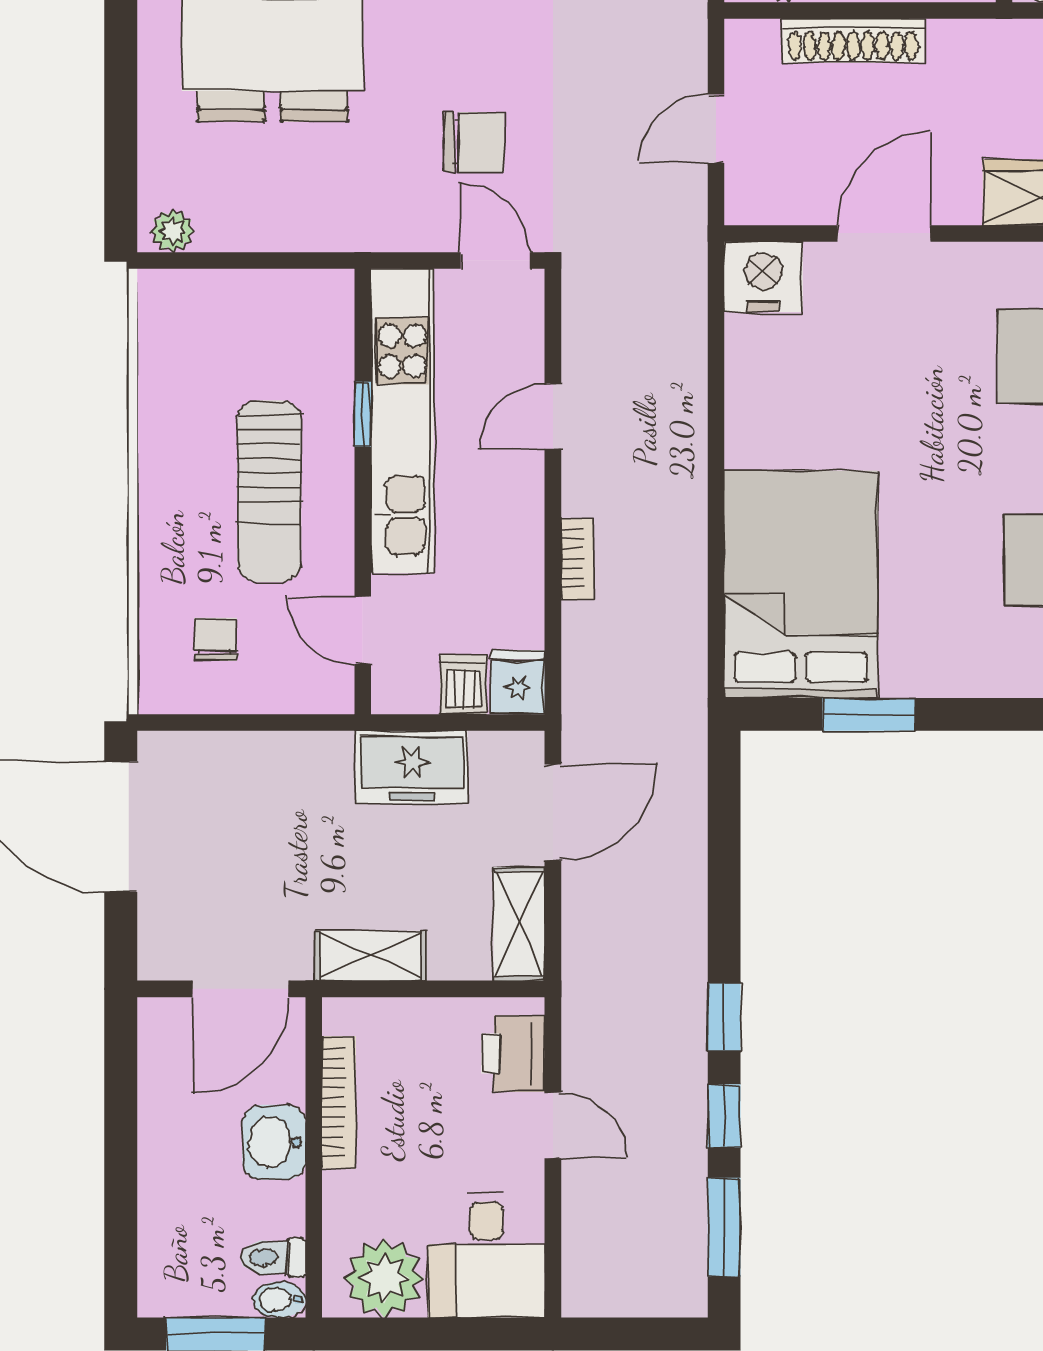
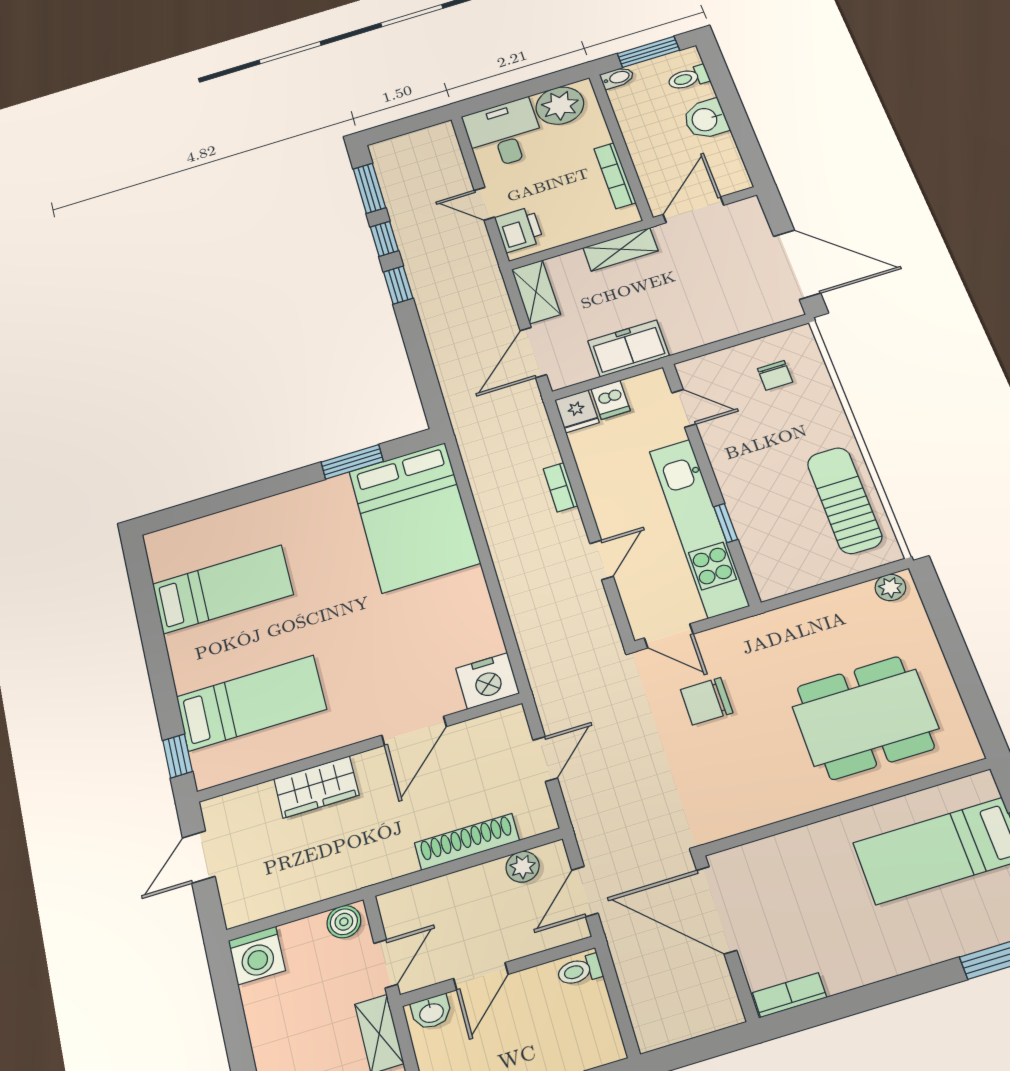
sun lounger: (269, 491) -> (844, 500), moved
washbasin: (274, 1142) -> (706, 119), moved, turned 180
toilet: (273, 1257) -> (688, 78), moved, turned 180

